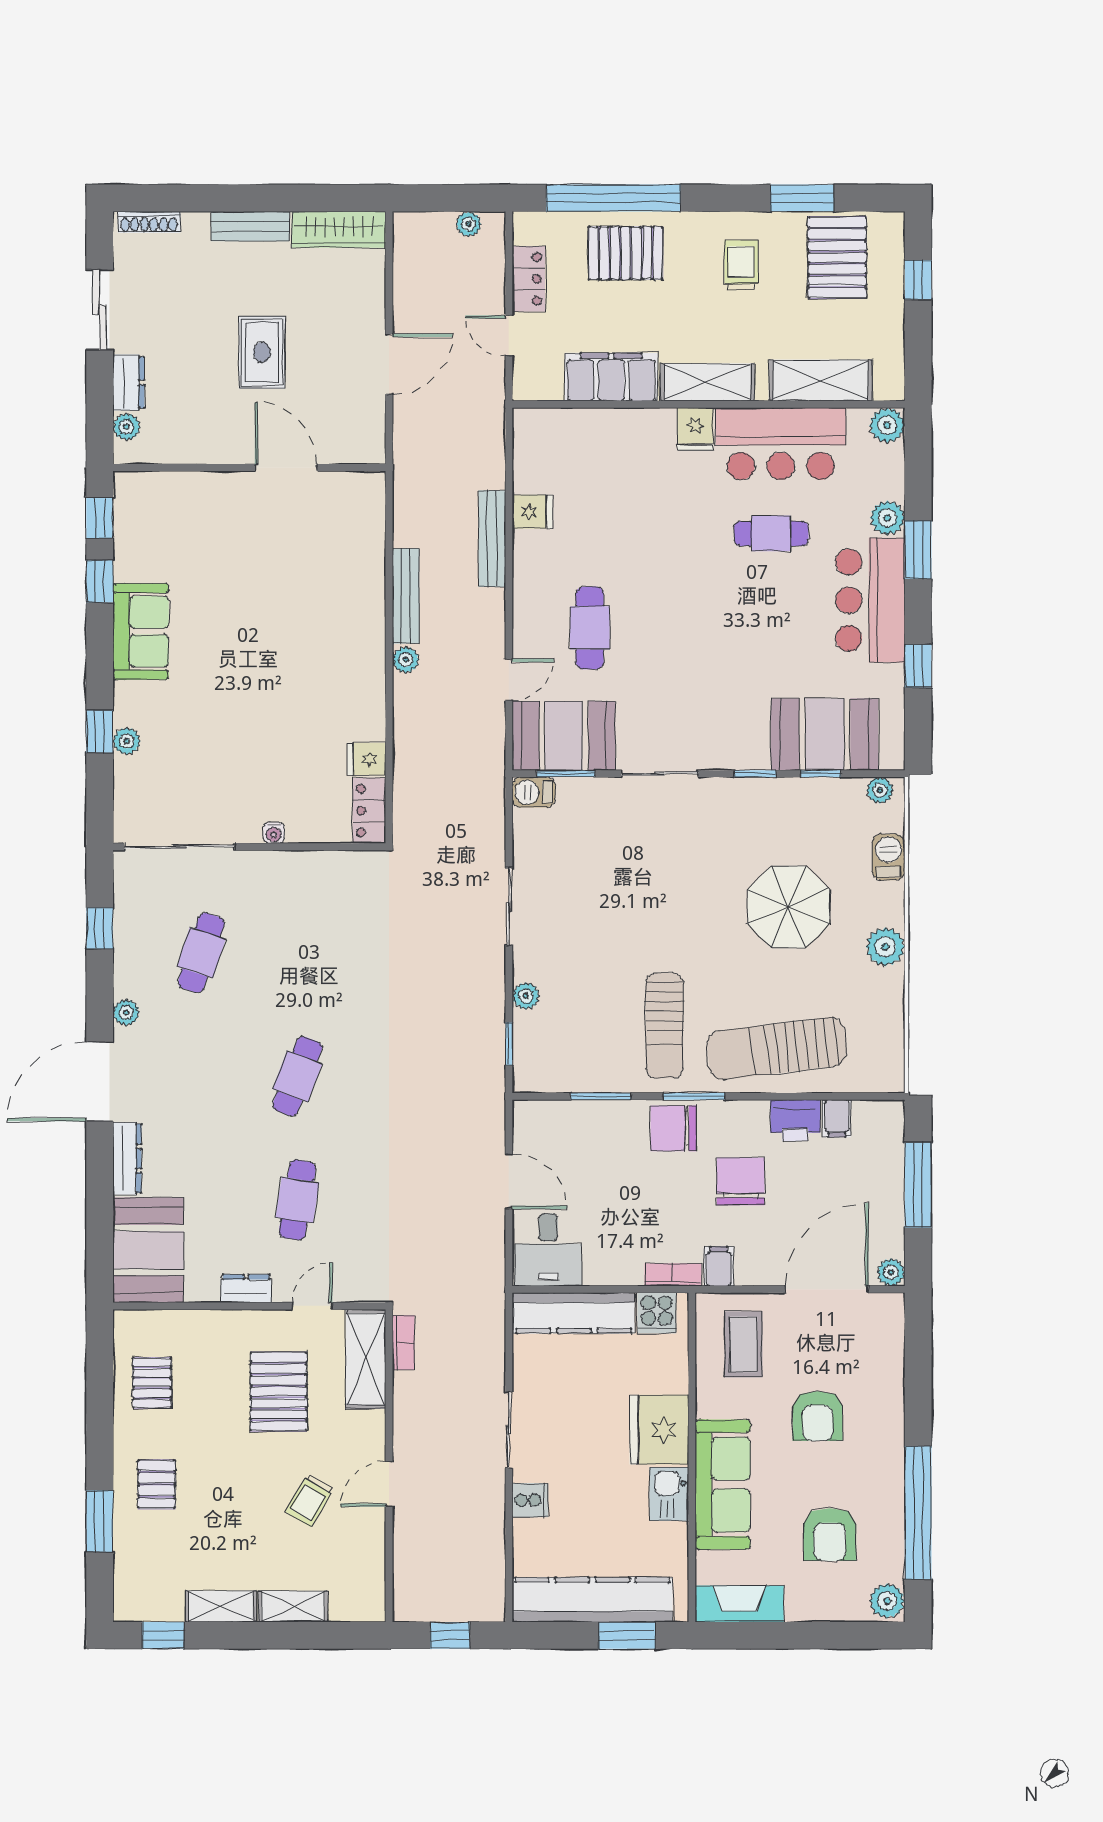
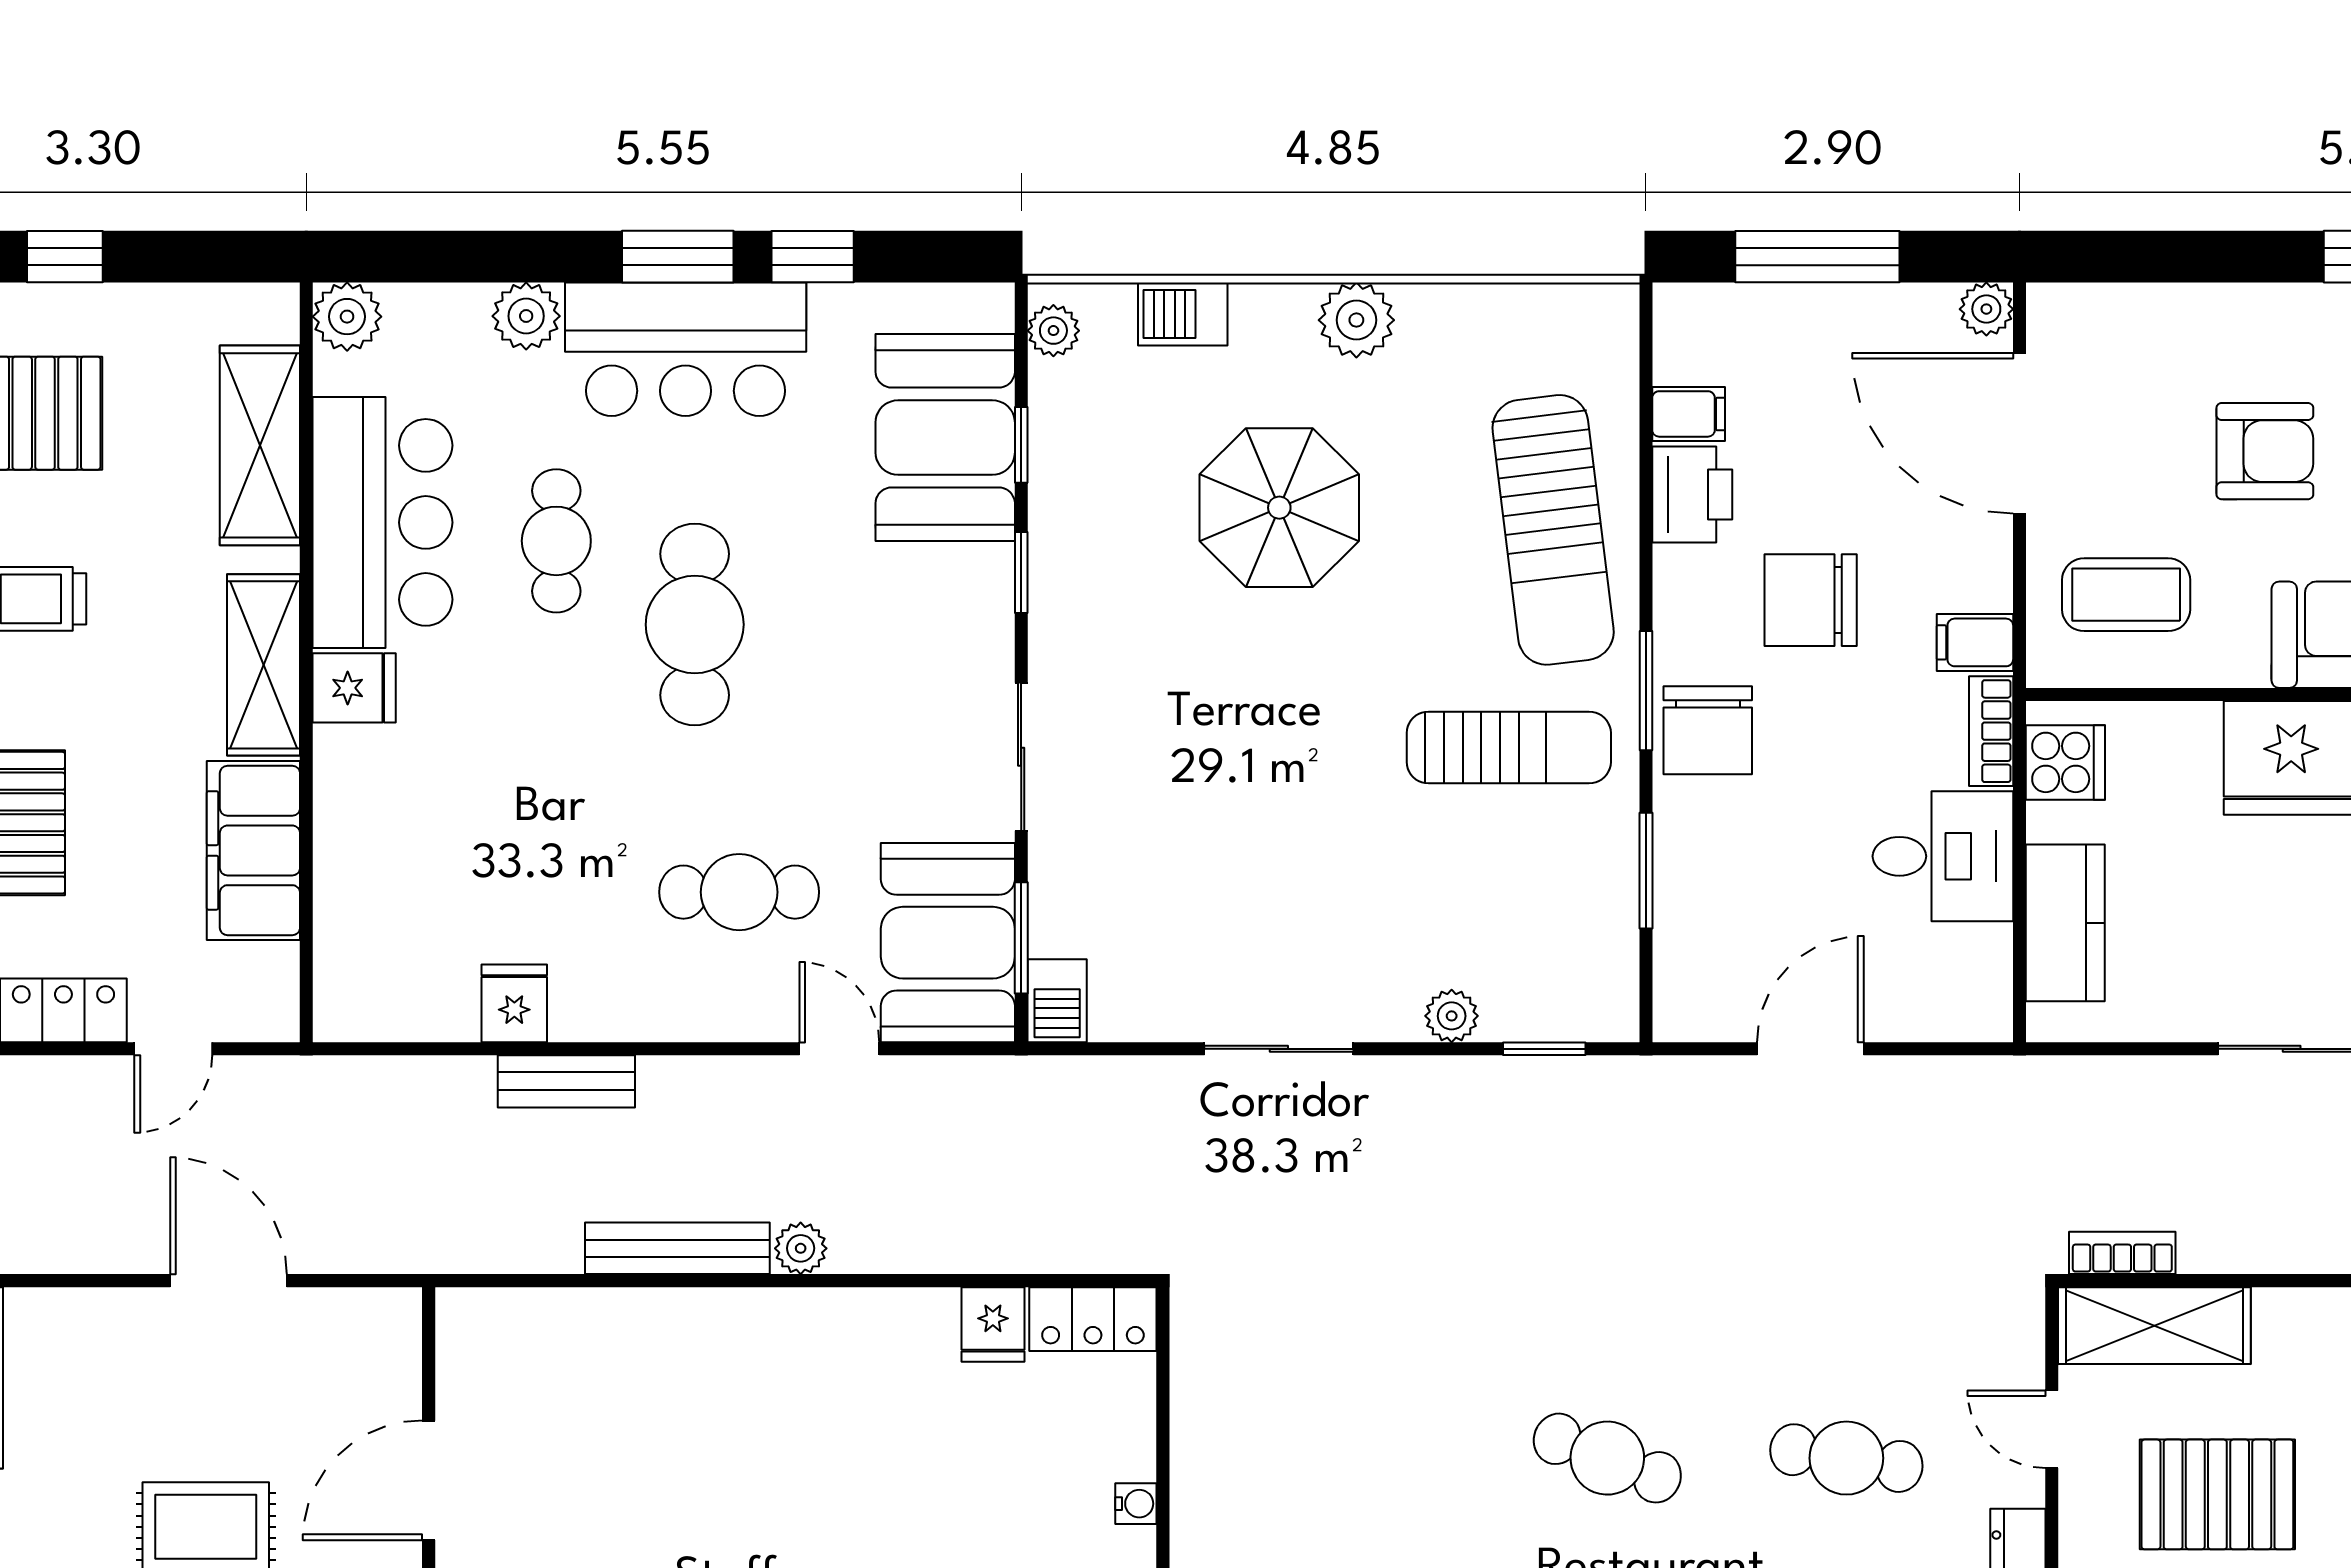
bench: (492, 539) -> (566, 1081), width x0.73
window: (918, 550) -> (678, 257), moved
cafe table: (728, 605) -> (695, 625), added
desk: (548, 1250) -> (1943, 856), moved
kitchen counter: (574, 1313) -> (2065, 923), width x0.67

